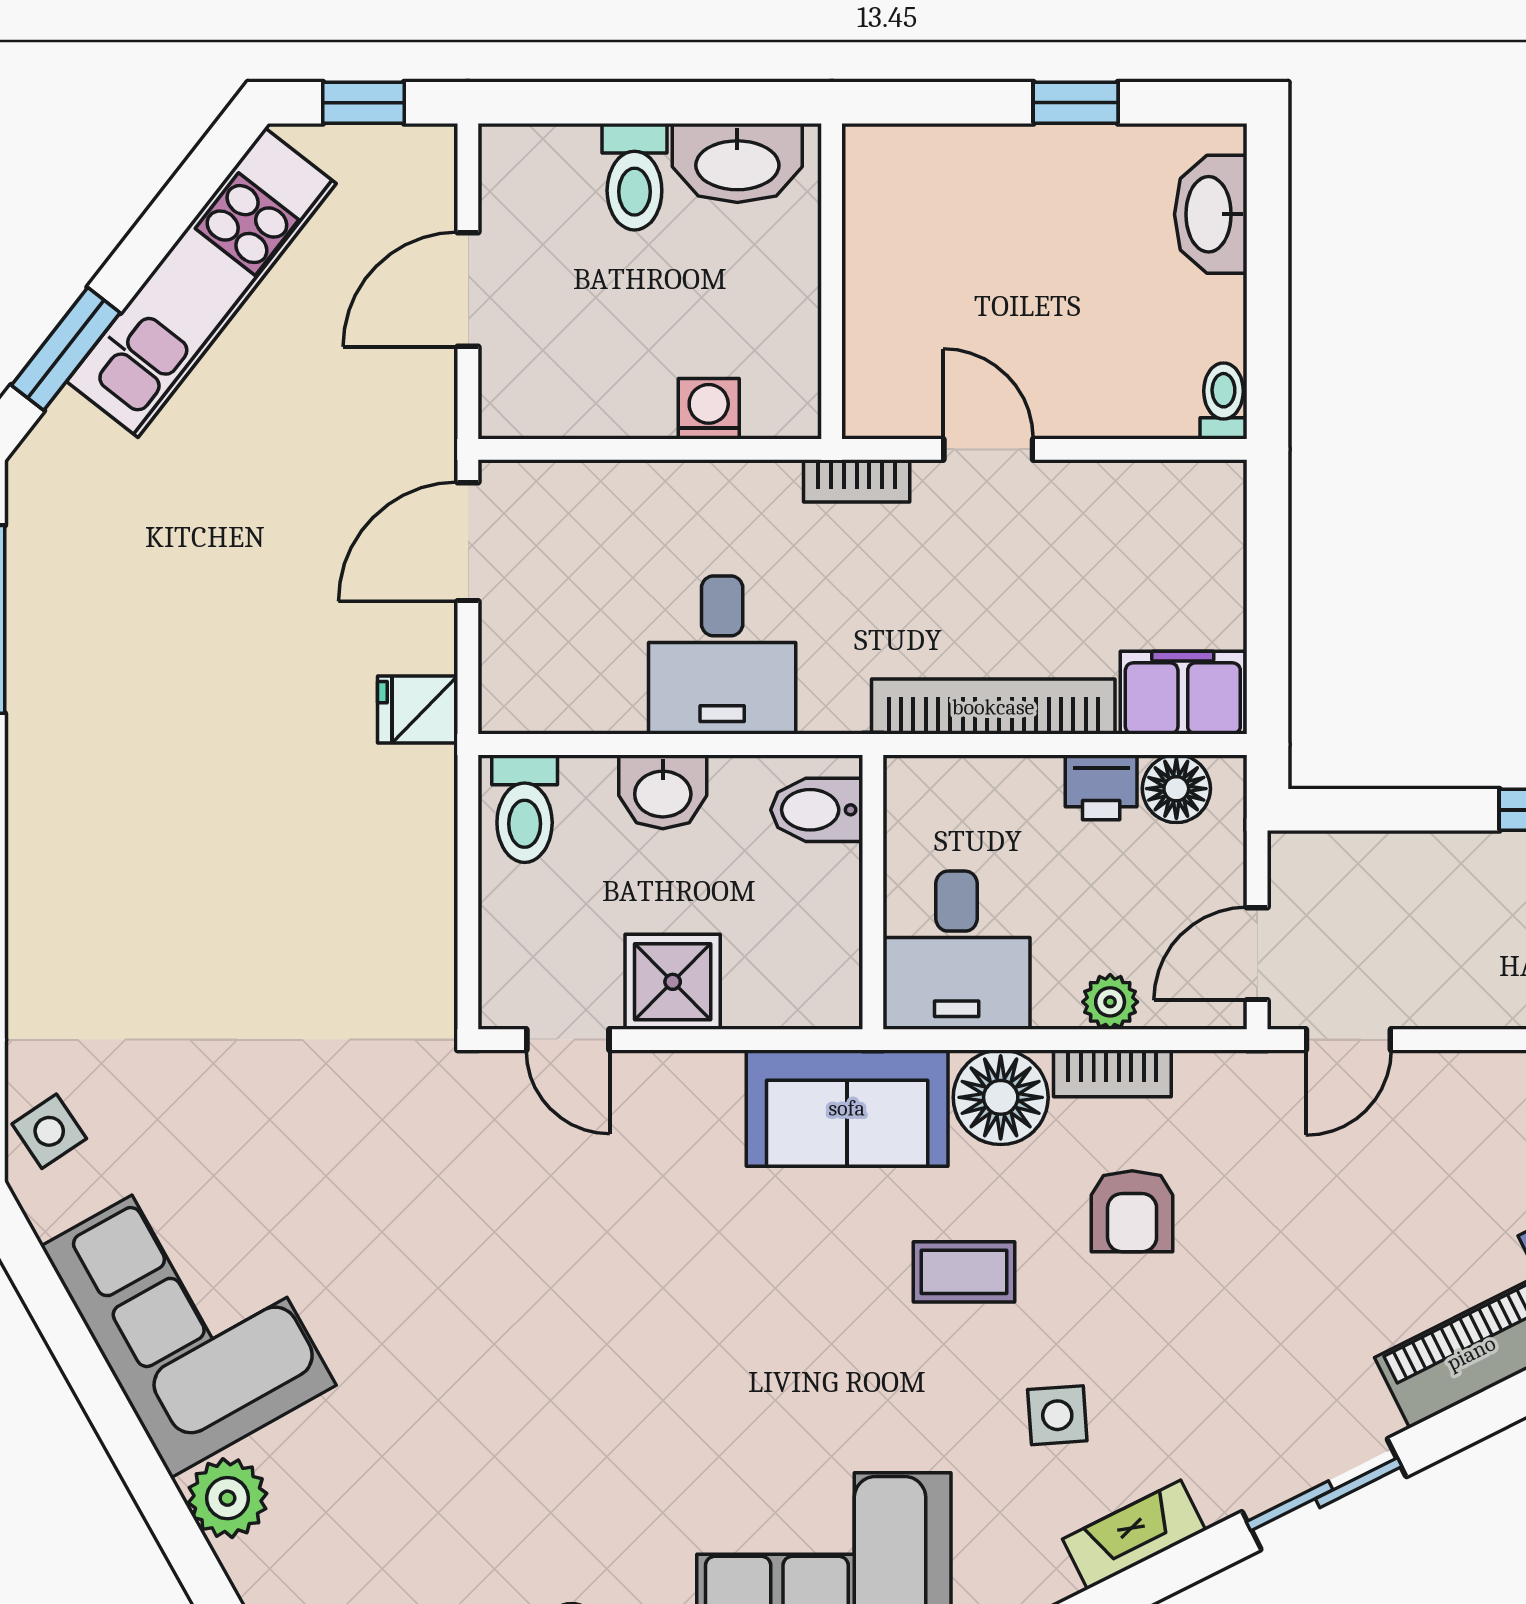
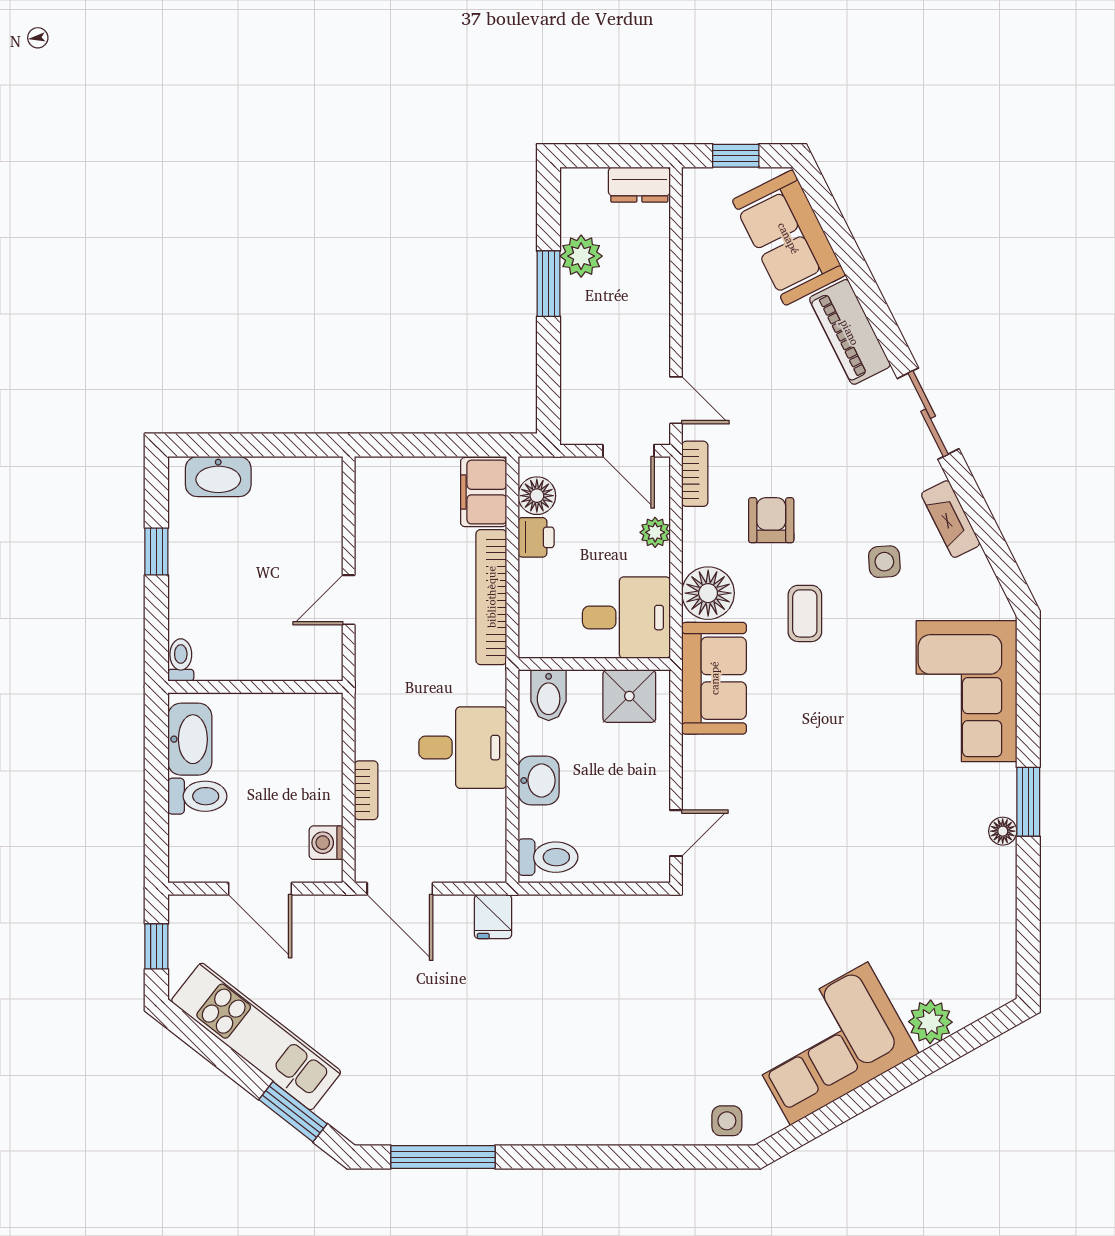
toilet: (1223, 401) -> (181, 660), moved, turned 90
washing machine: (709, 409) -> (326, 843), moved
bookcase: (857, 481) -> (366, 790), moved
shower: (673, 982) -> (629, 696), moved
bookcase: (1112, 1073) -> (695, 474), moved
side table: (49, 1131) -> (727, 1121), turned 34
armchair: (1132, 1211) -> (771, 520), turned -90

